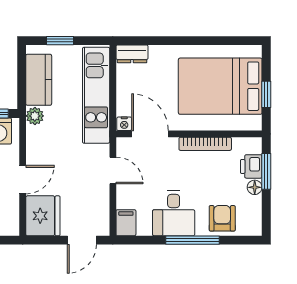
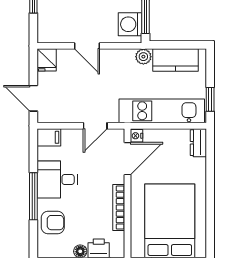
window: (60, 41) -> (210, 99), moved
fridge: (43, 216) -> (47, 60), width x0.53, depth x0.75

